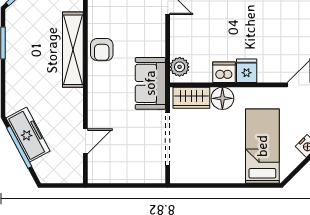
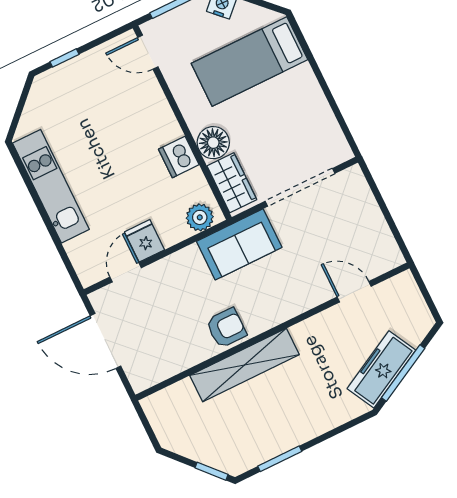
fridge: (247, 71) -> (145, 241), moved, turned 90

